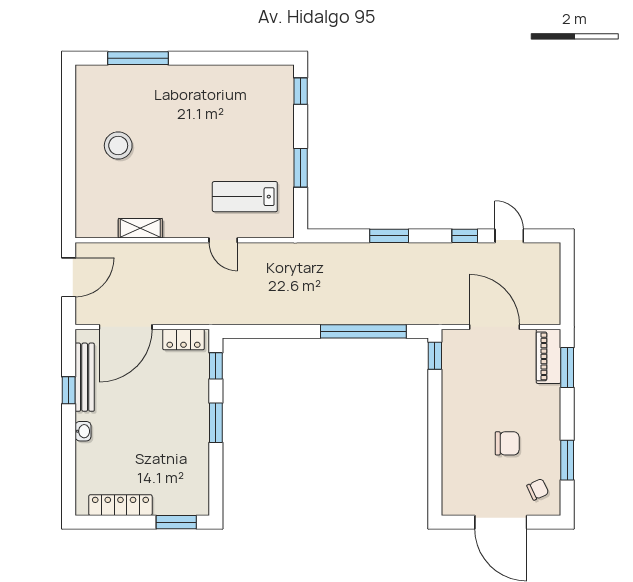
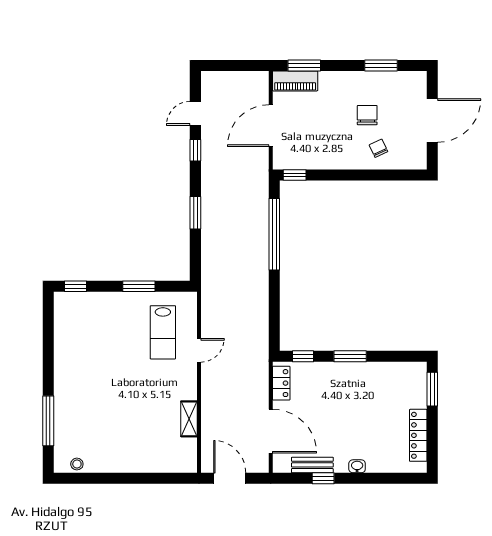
stool: (118, 146) -> (77, 464), moved, width x0.53, depth x0.53
bench: (85, 377) -> (312, 465), width x0.73
chair: (538, 489) -> (378, 148), moved

